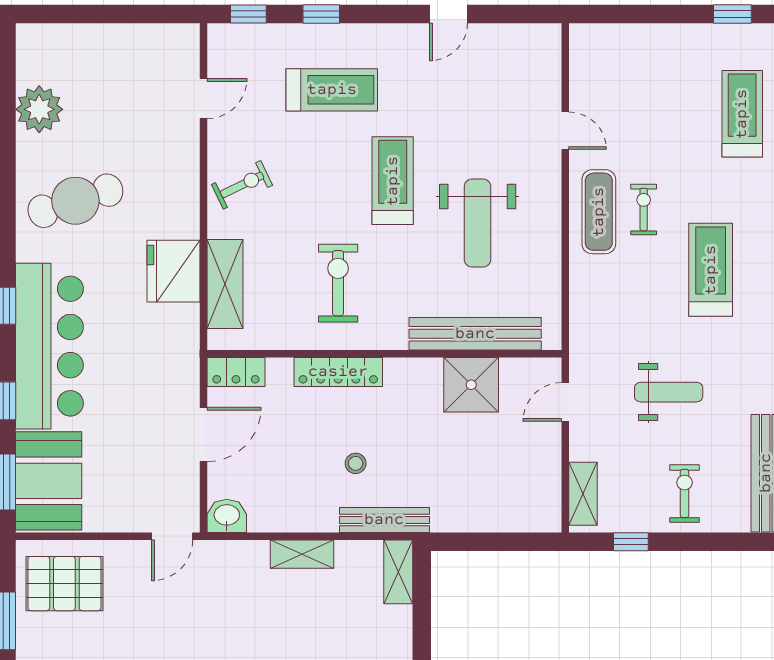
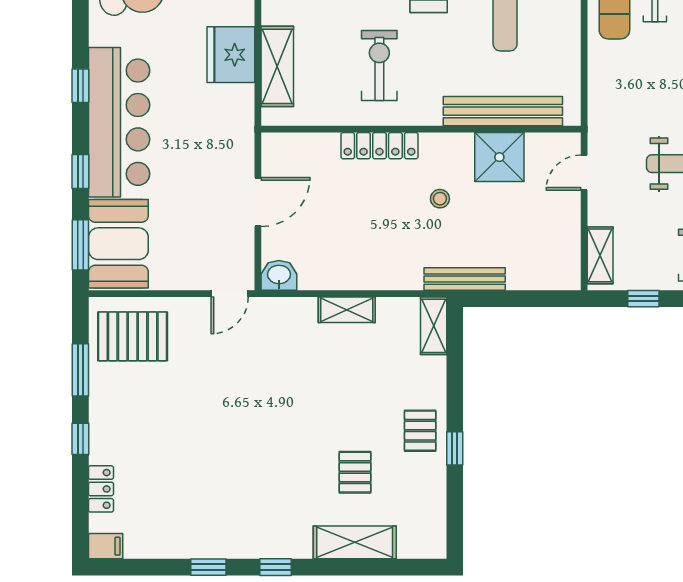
locker: (236, 372) -> (287, 146), removed
stool: (356, 463) -> (440, 199), moved
bench: (384, 520) -> (465, 279), moved

